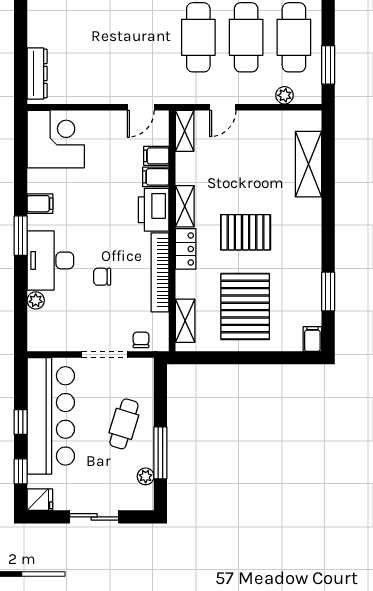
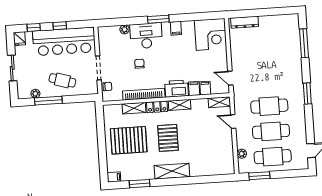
shelving: (309, 164) -> (172, 171), moved
shelving: (185, 321) -> (134, 108), moved

